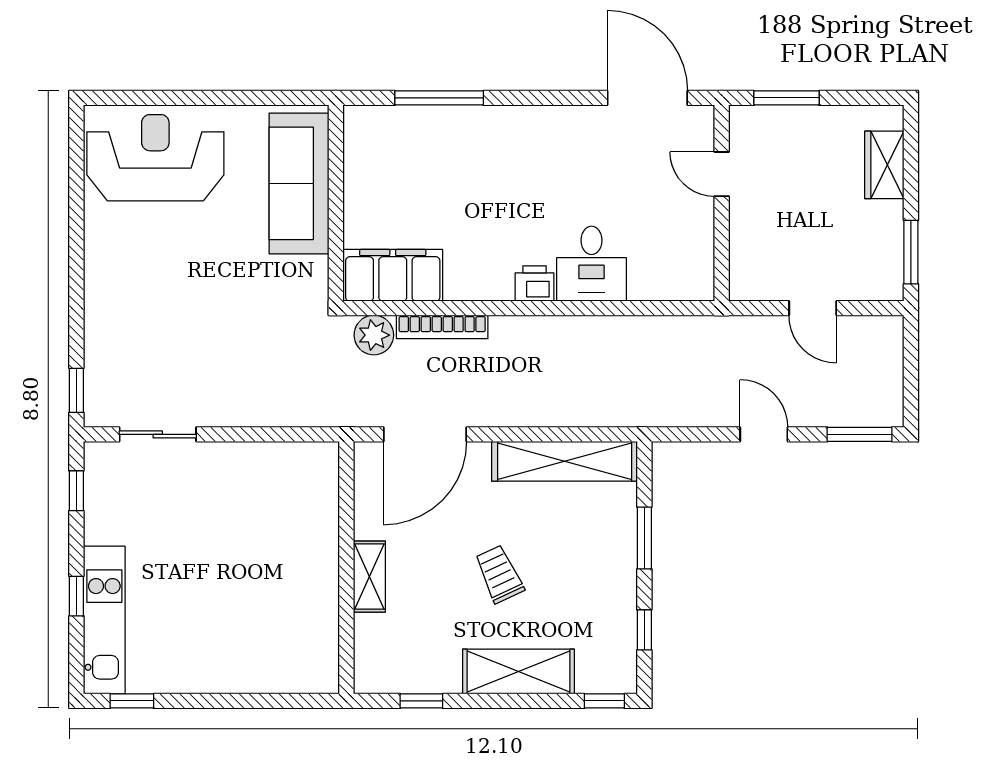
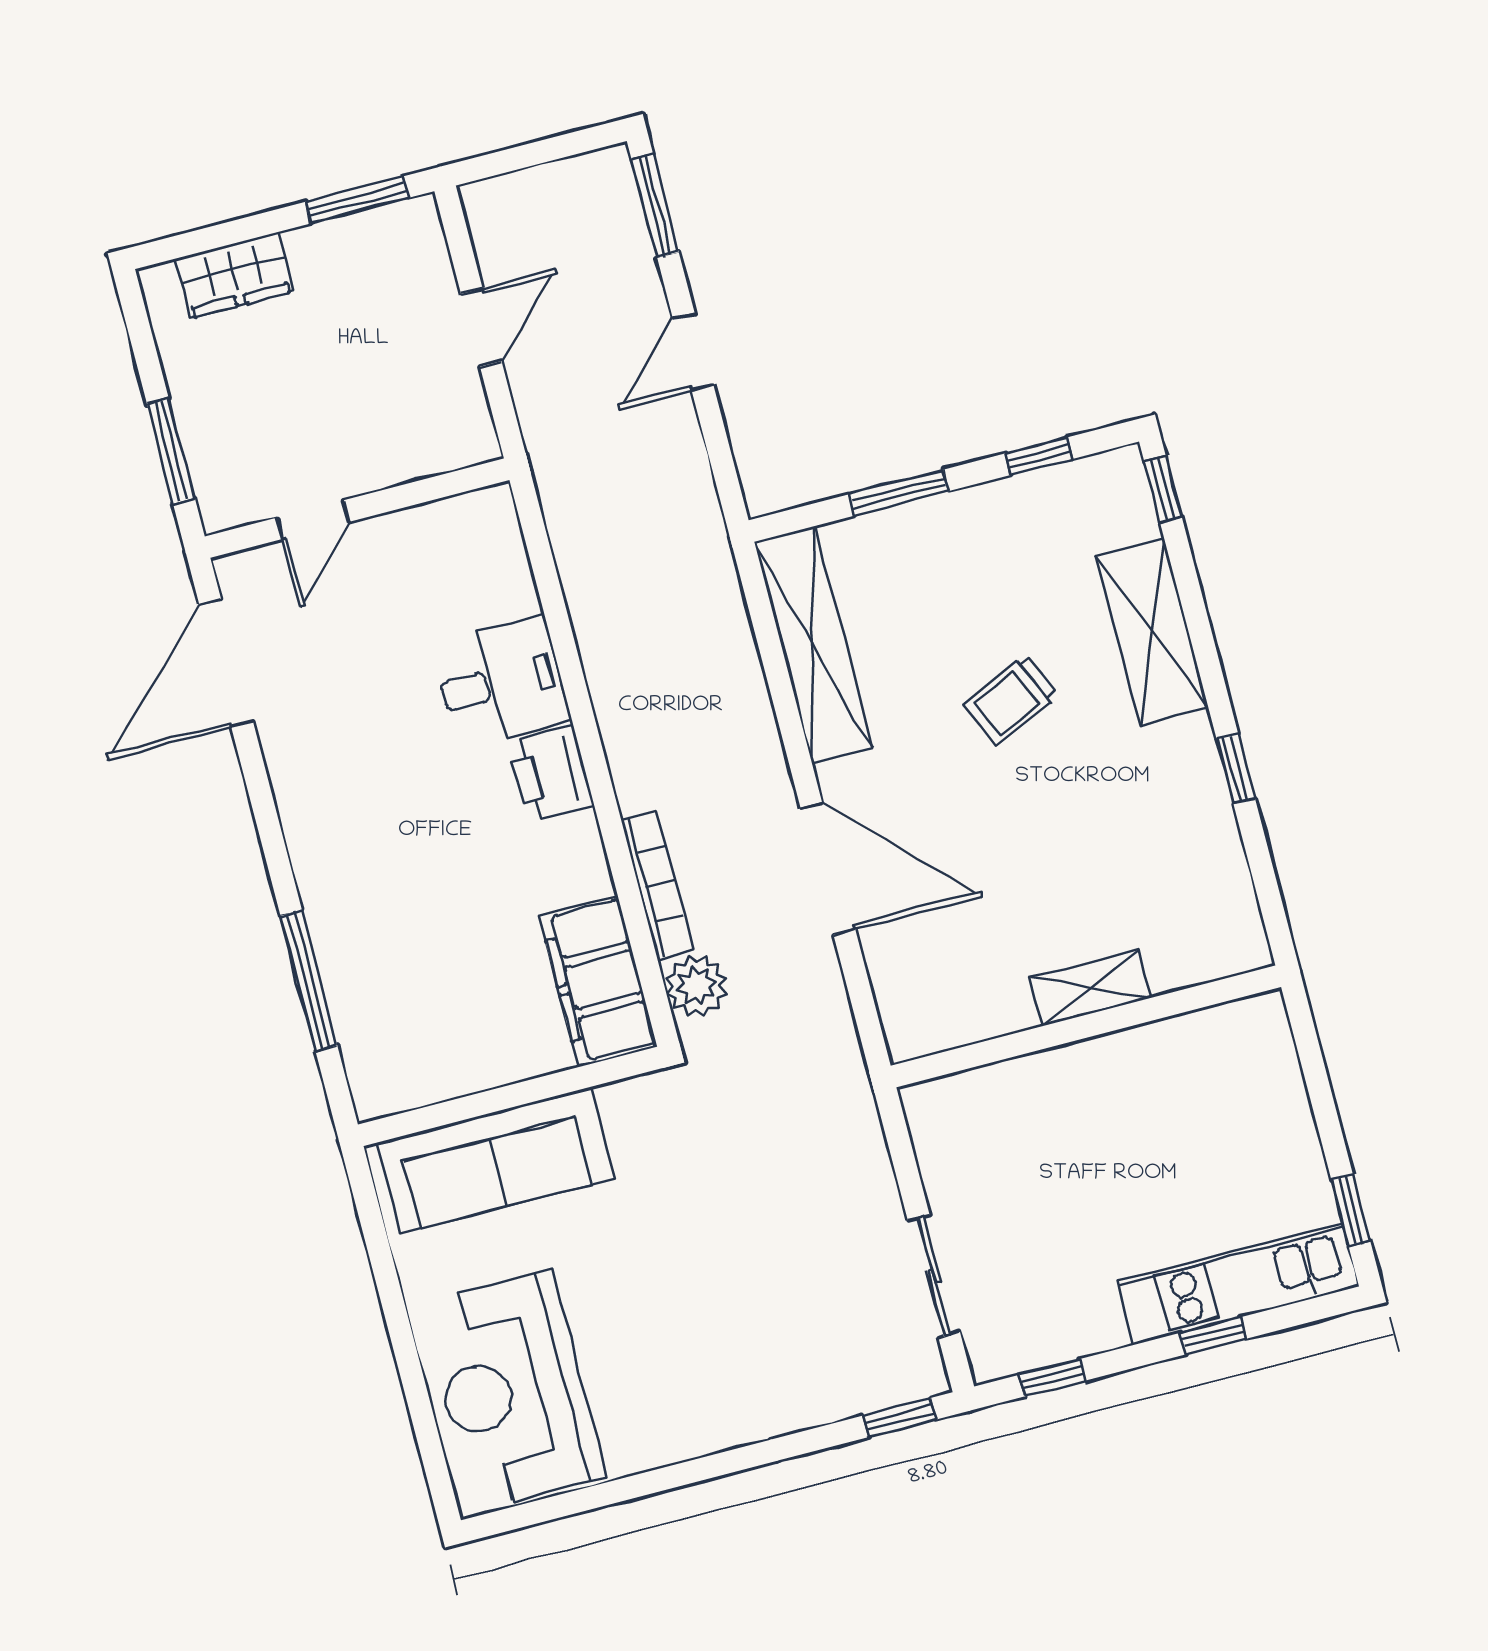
printer: (534, 284) -> (550, 774), width x1.36, depth x1.24
wall: (346, 568) -> (1086, 1026), moved
shelving: (369, 577) -> (1090, 988), moved

